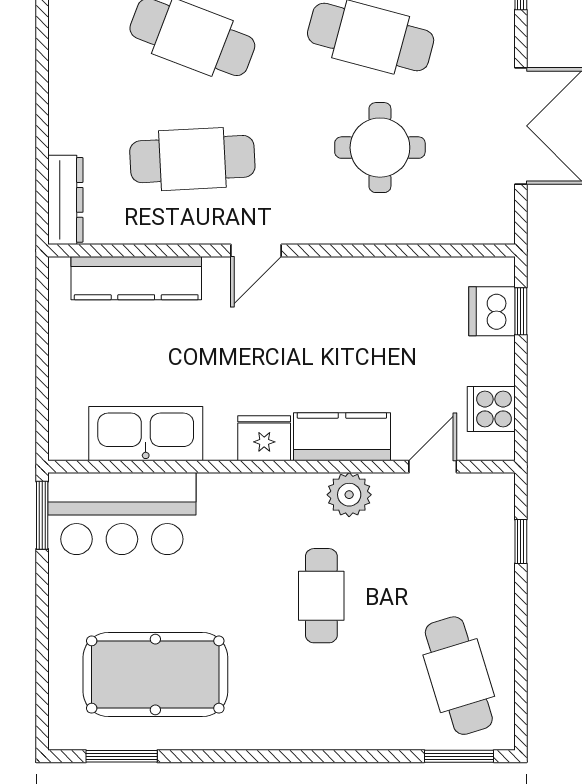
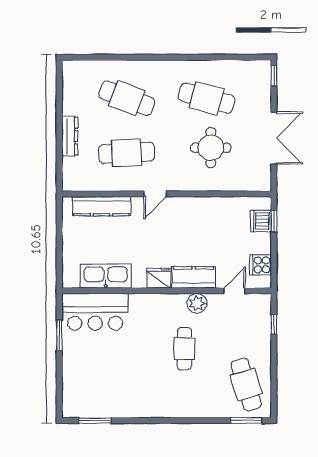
dresser: (65, 200) -> (70, 136), moved
window: (42, 515) -> (59, 335), moved
pool table: (155, 675) -> (110, 384), removed

